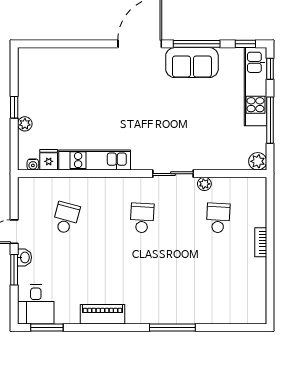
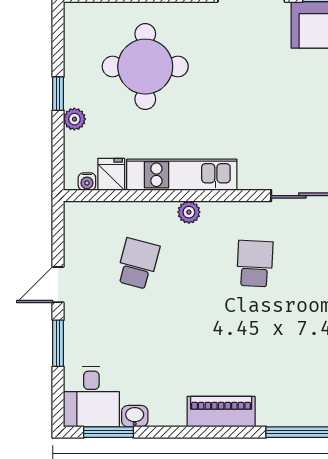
round table: (71, 90) -> (145, 67), added
plant: (99, 184) -> (189, 212), added
washbasin: (24, 257) -> (135, 416), moved, turned -90
piano: (103, 314) -> (221, 412), moved

